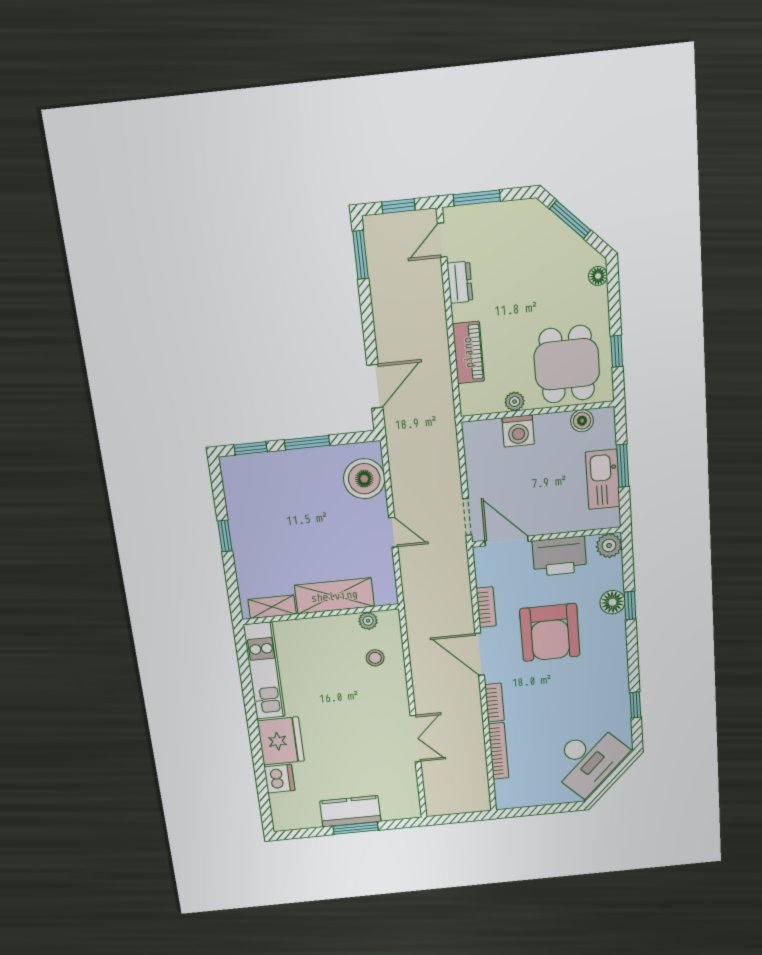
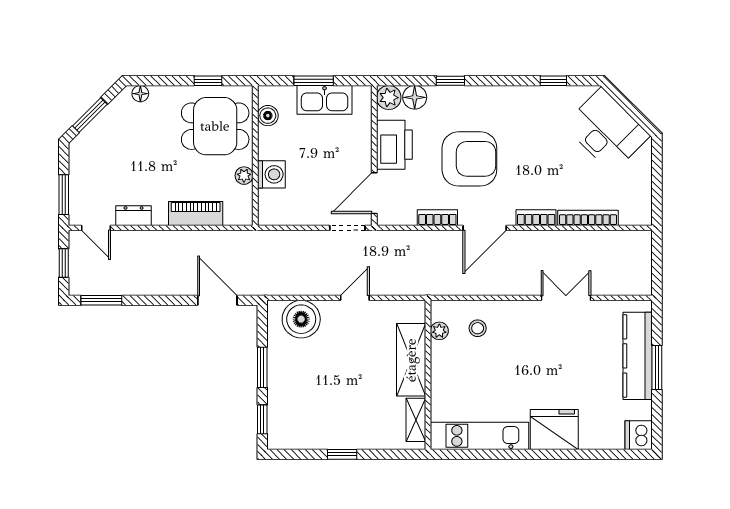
floor lamp: (612, 602) -> (415, 97), moved
dishwasher: (279, 779) -> (639, 435), moved, turned -90
kitchen counter: (350, 811) -> (638, 356), width x1.50

